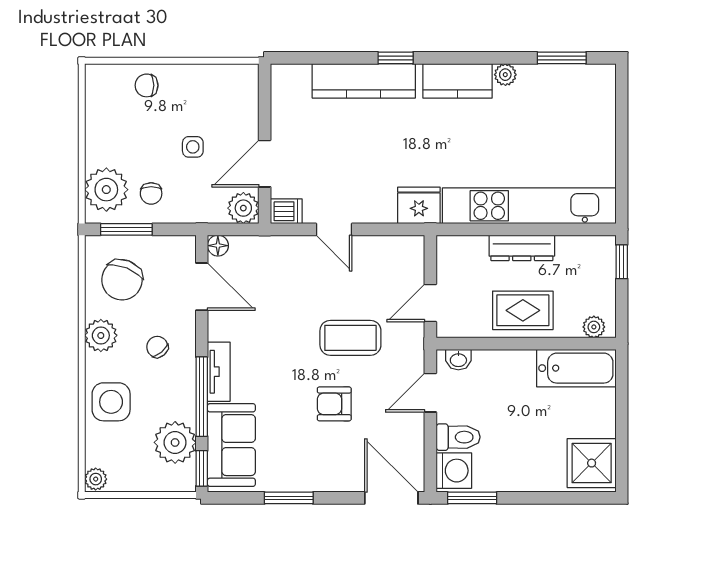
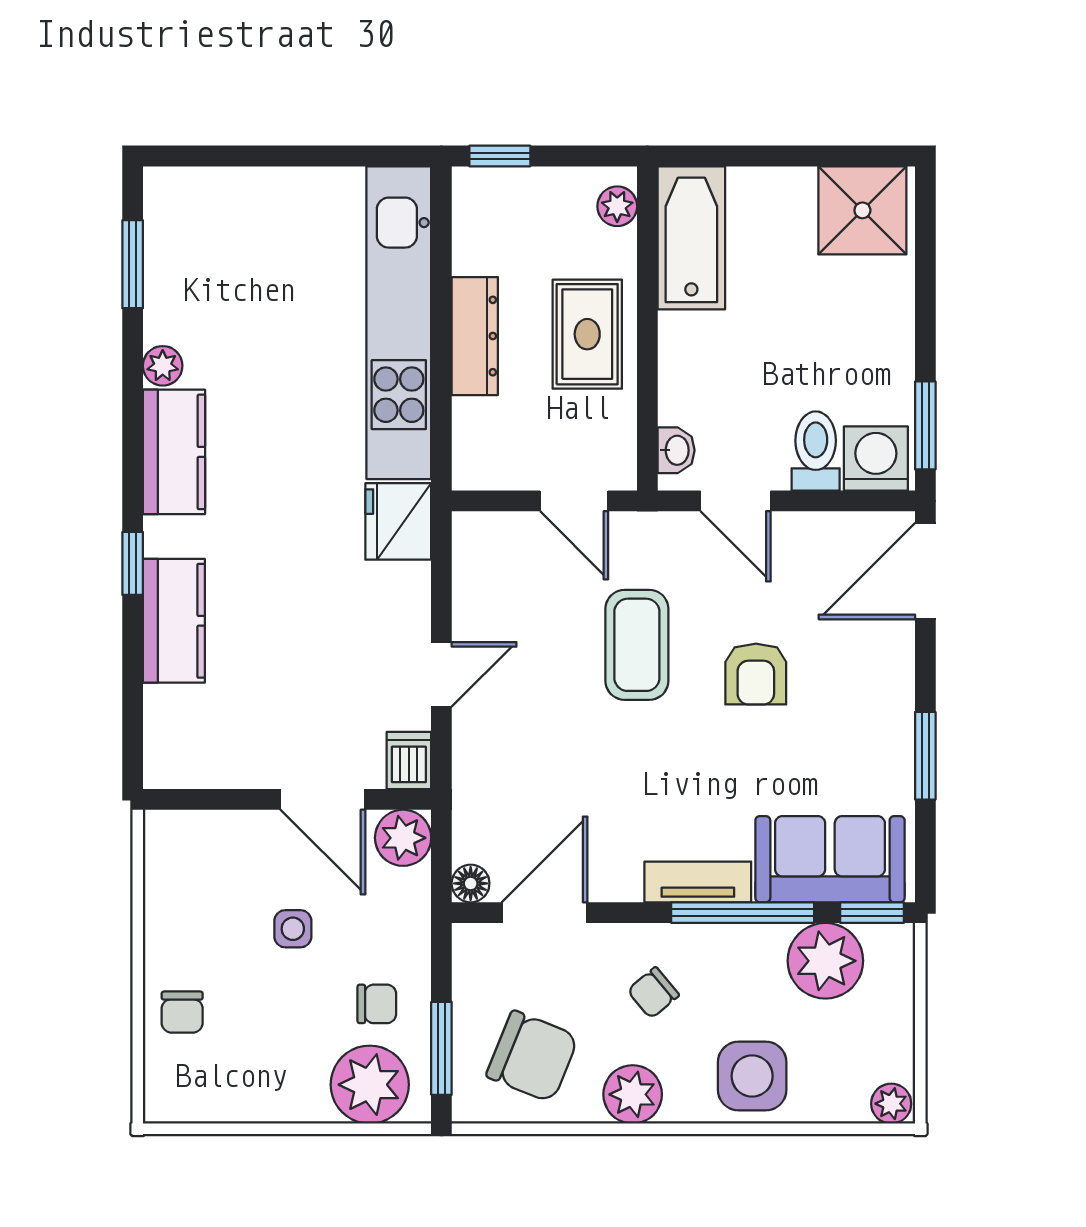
kitchen counter: (364, 81) -> (174, 621), width x0.67

